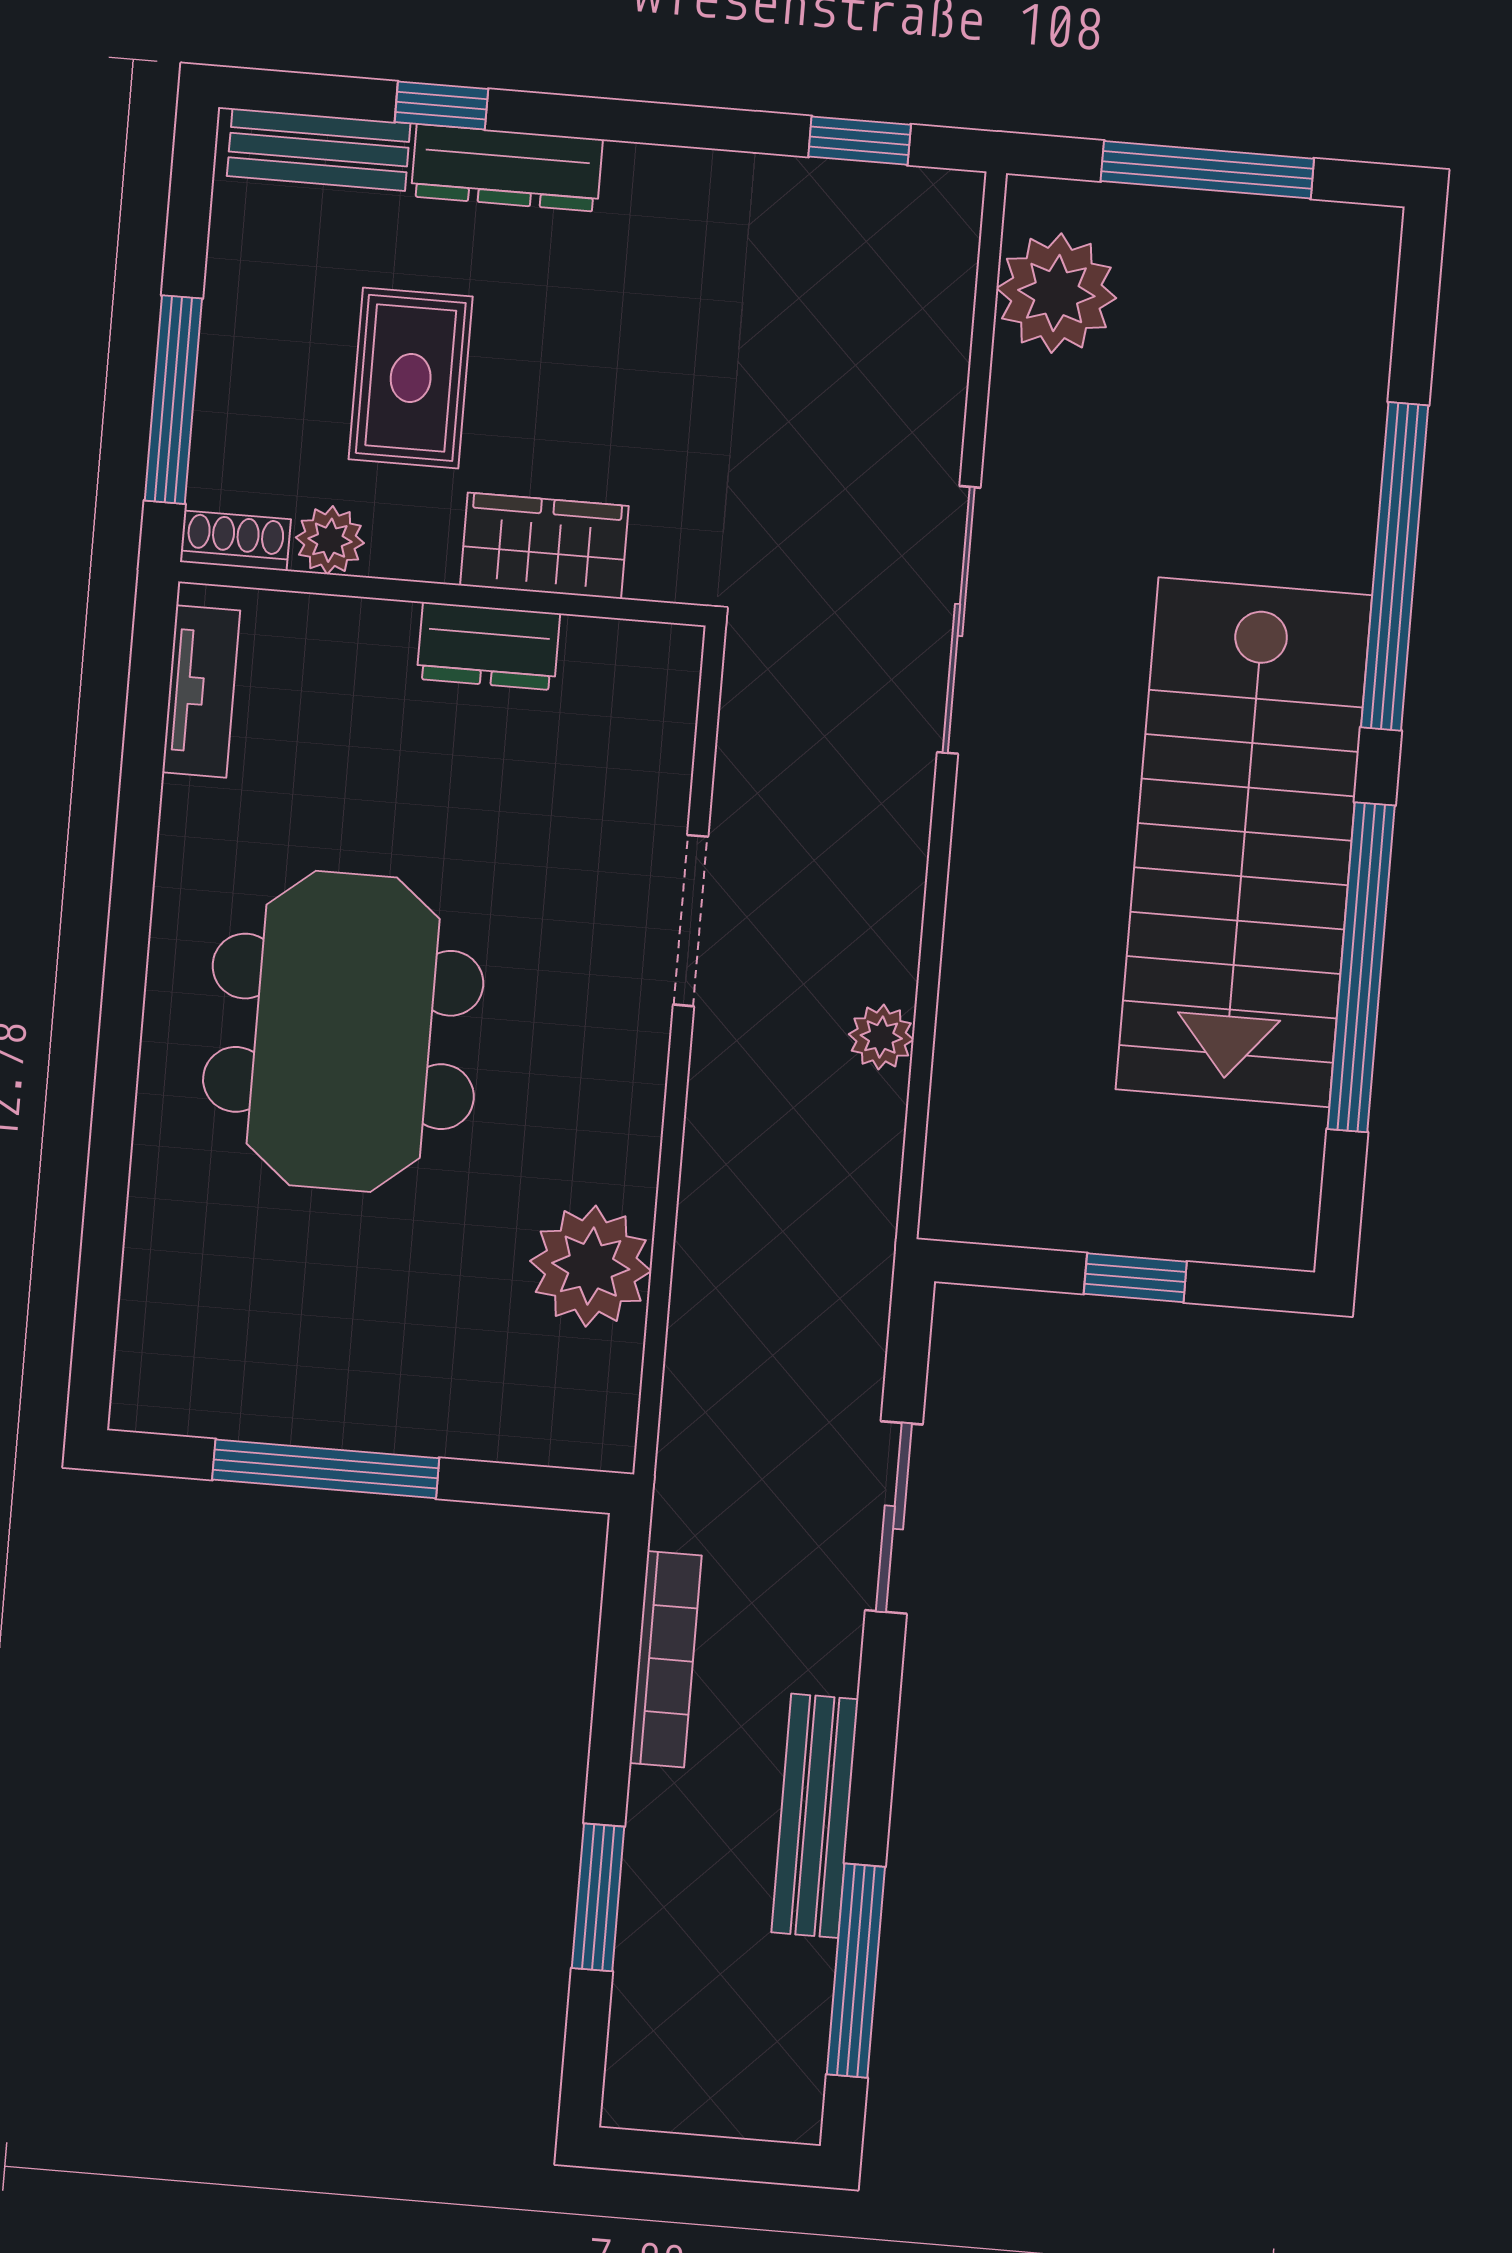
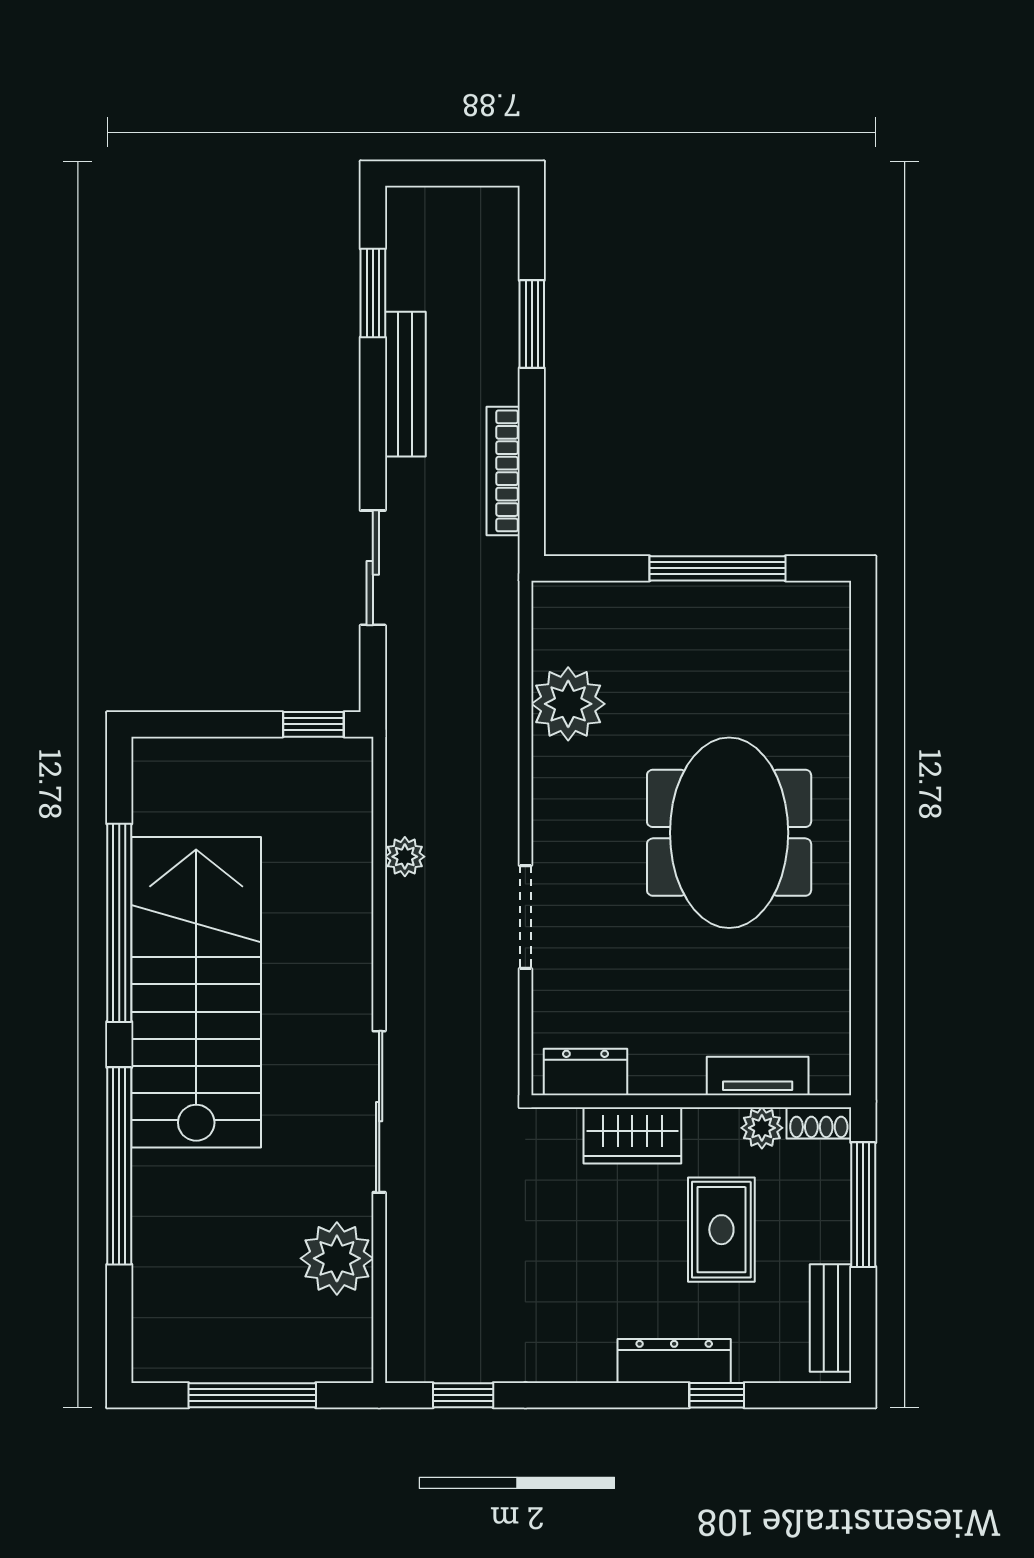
bench: (319, 150) -> (831, 1318), moved, turned 90
plant: (1056, 293) -> (337, 1258), moved
dresser: (488, 646) -> (586, 1072), moved
tv unit: (201, 691) -> (758, 1076), moved, turned 90
window: (1135, 1278) -> (313, 724), moved
window: (856, 1971) -> (373, 293), width x0.69

